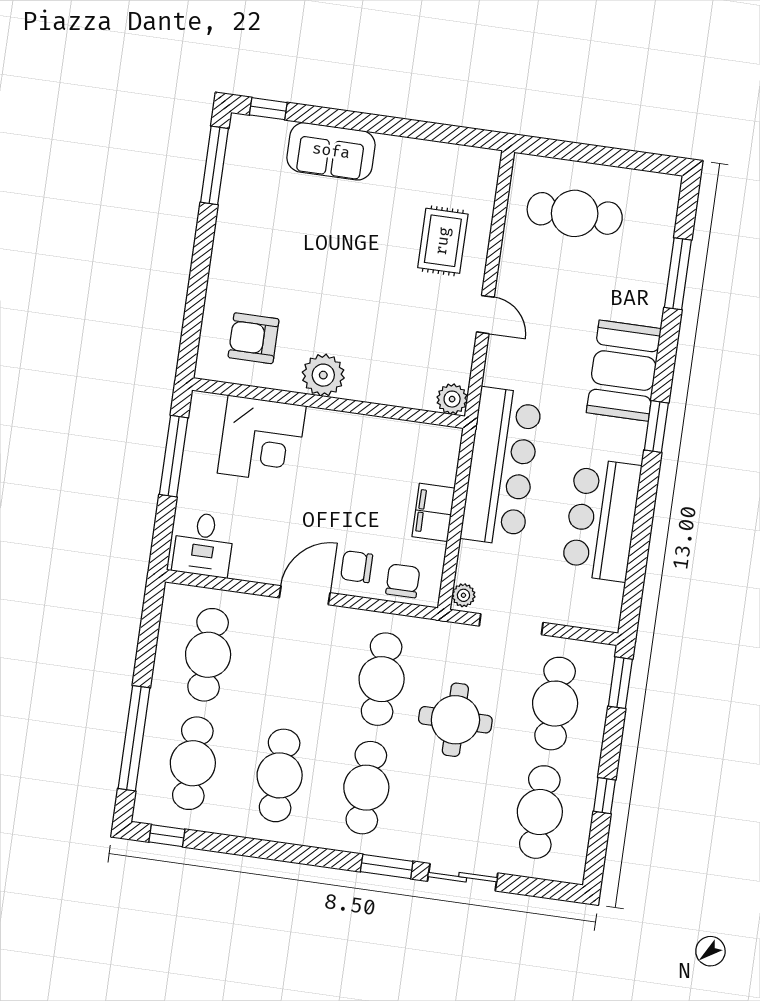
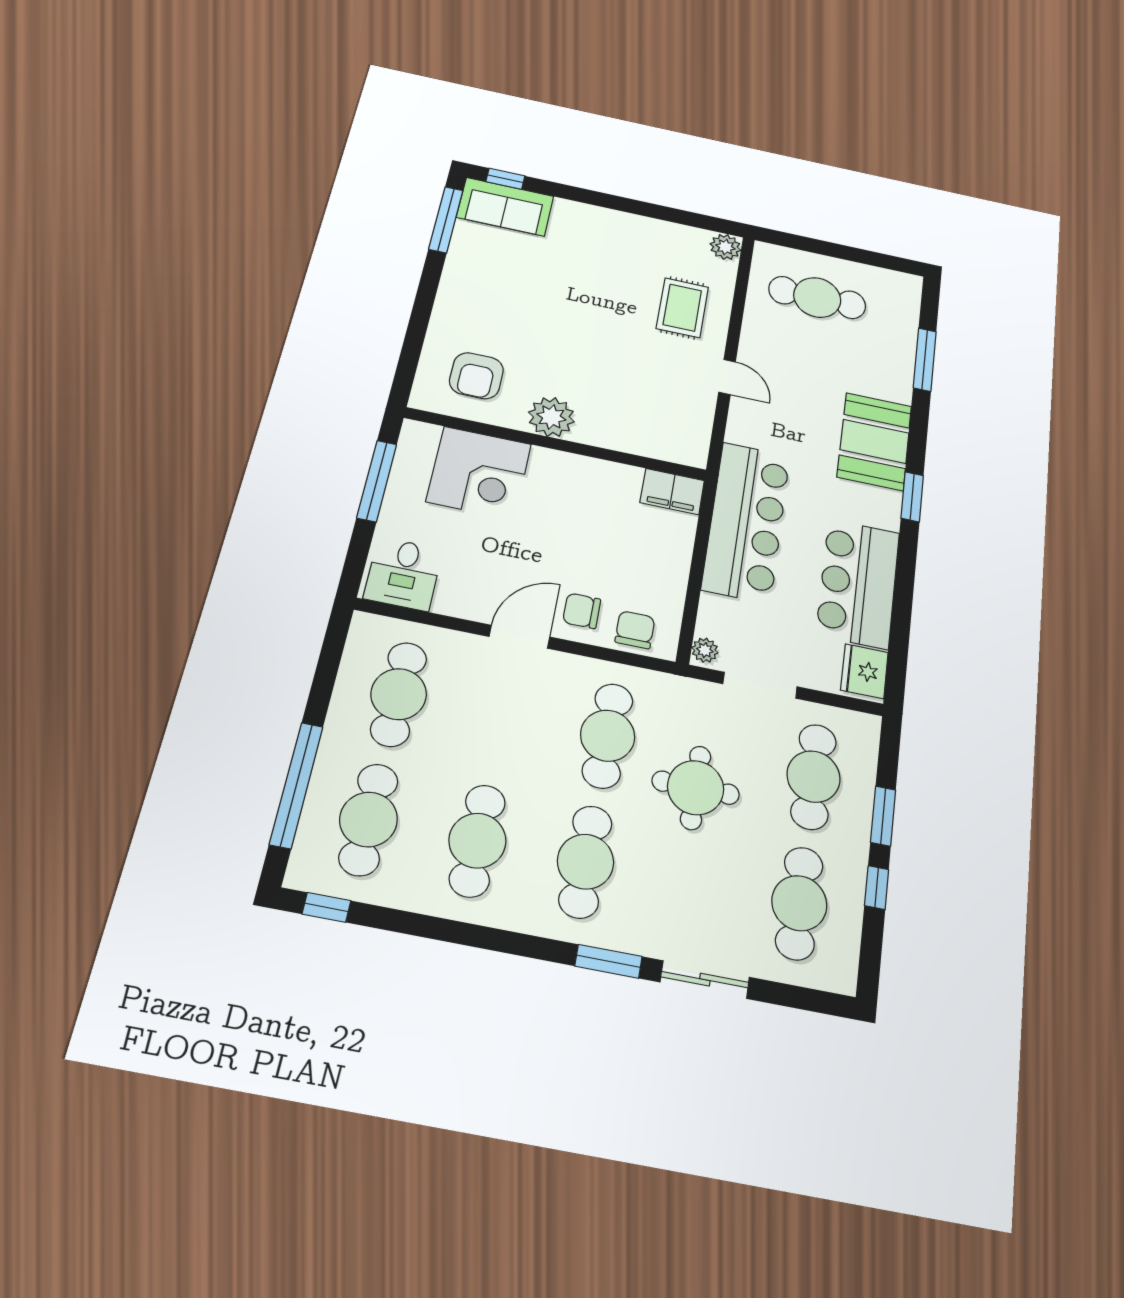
sofa: (331, 151) -> (505, 207), moved
armchair: (253, 338) -> (476, 376), turned -90
plant: (452, 399) -> (725, 247), moved
filing cabinet: (434, 512) -> (672, 491), moved, turned -90
fridge: (603, 604) -> (864, 671), added
window: (620, 683) -> (883, 816), moved

